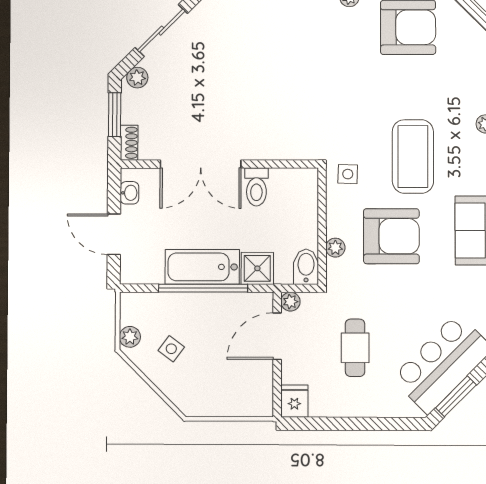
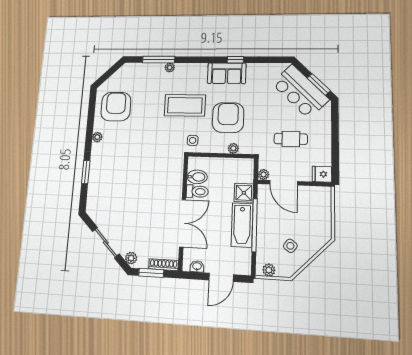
shoe rack: (129, 143) -> (164, 265), width x1.43
bidet: (306, 267) -> (197, 177), moved, turned 180
plant: (130, 337) -> (269, 270), moved

